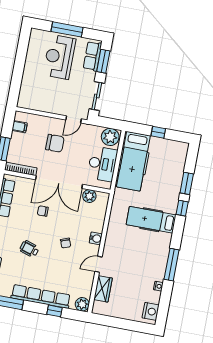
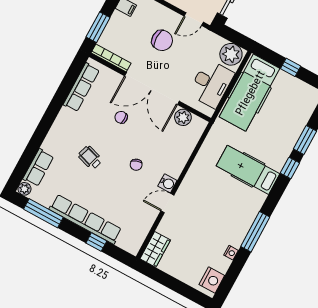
water cooler: (96, 238) -> (167, 183), moved
wardrobe: (103, 289) -> (155, 249), moved
plant: (82, 304) -> (132, 245), removed

